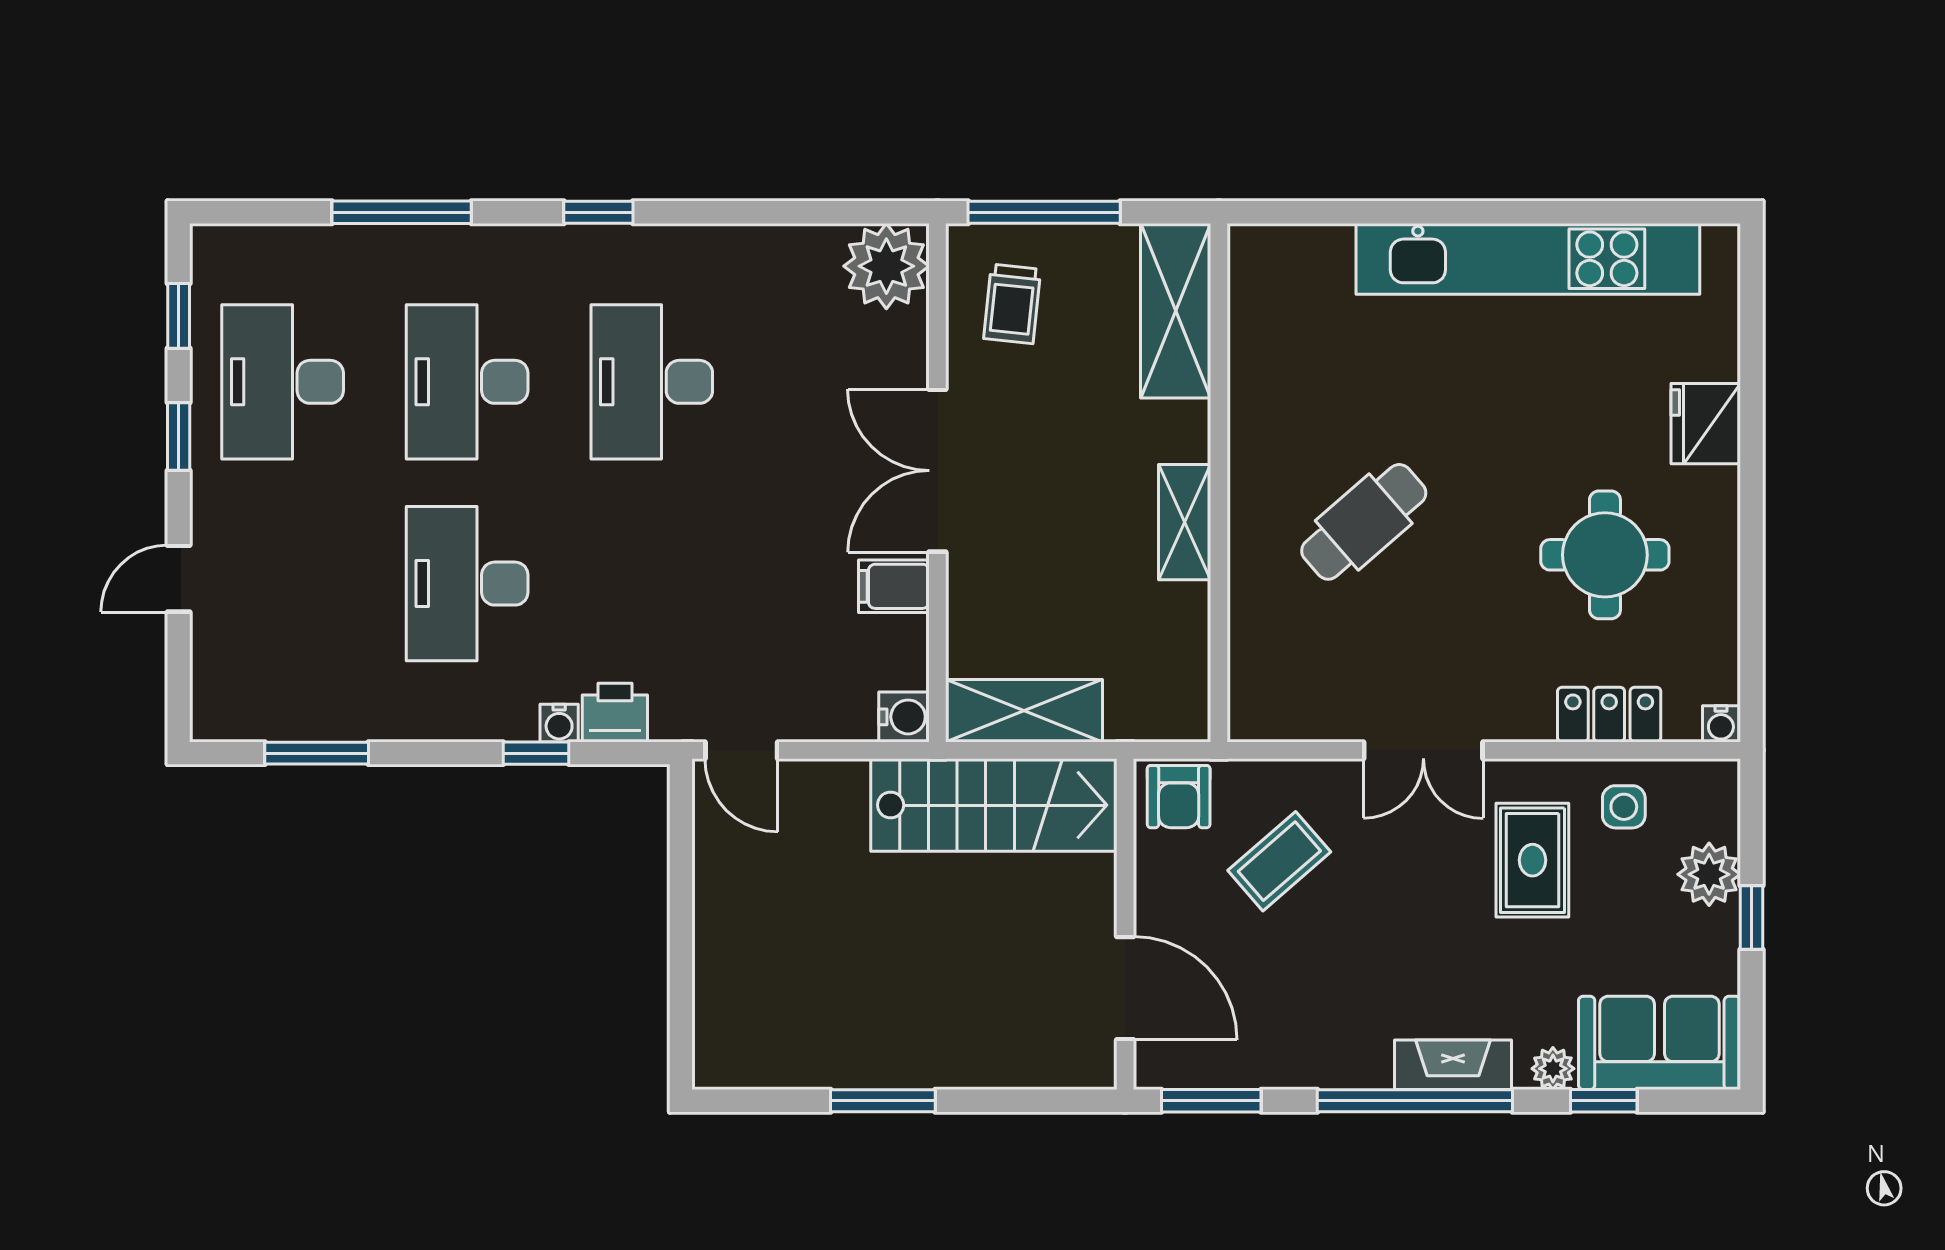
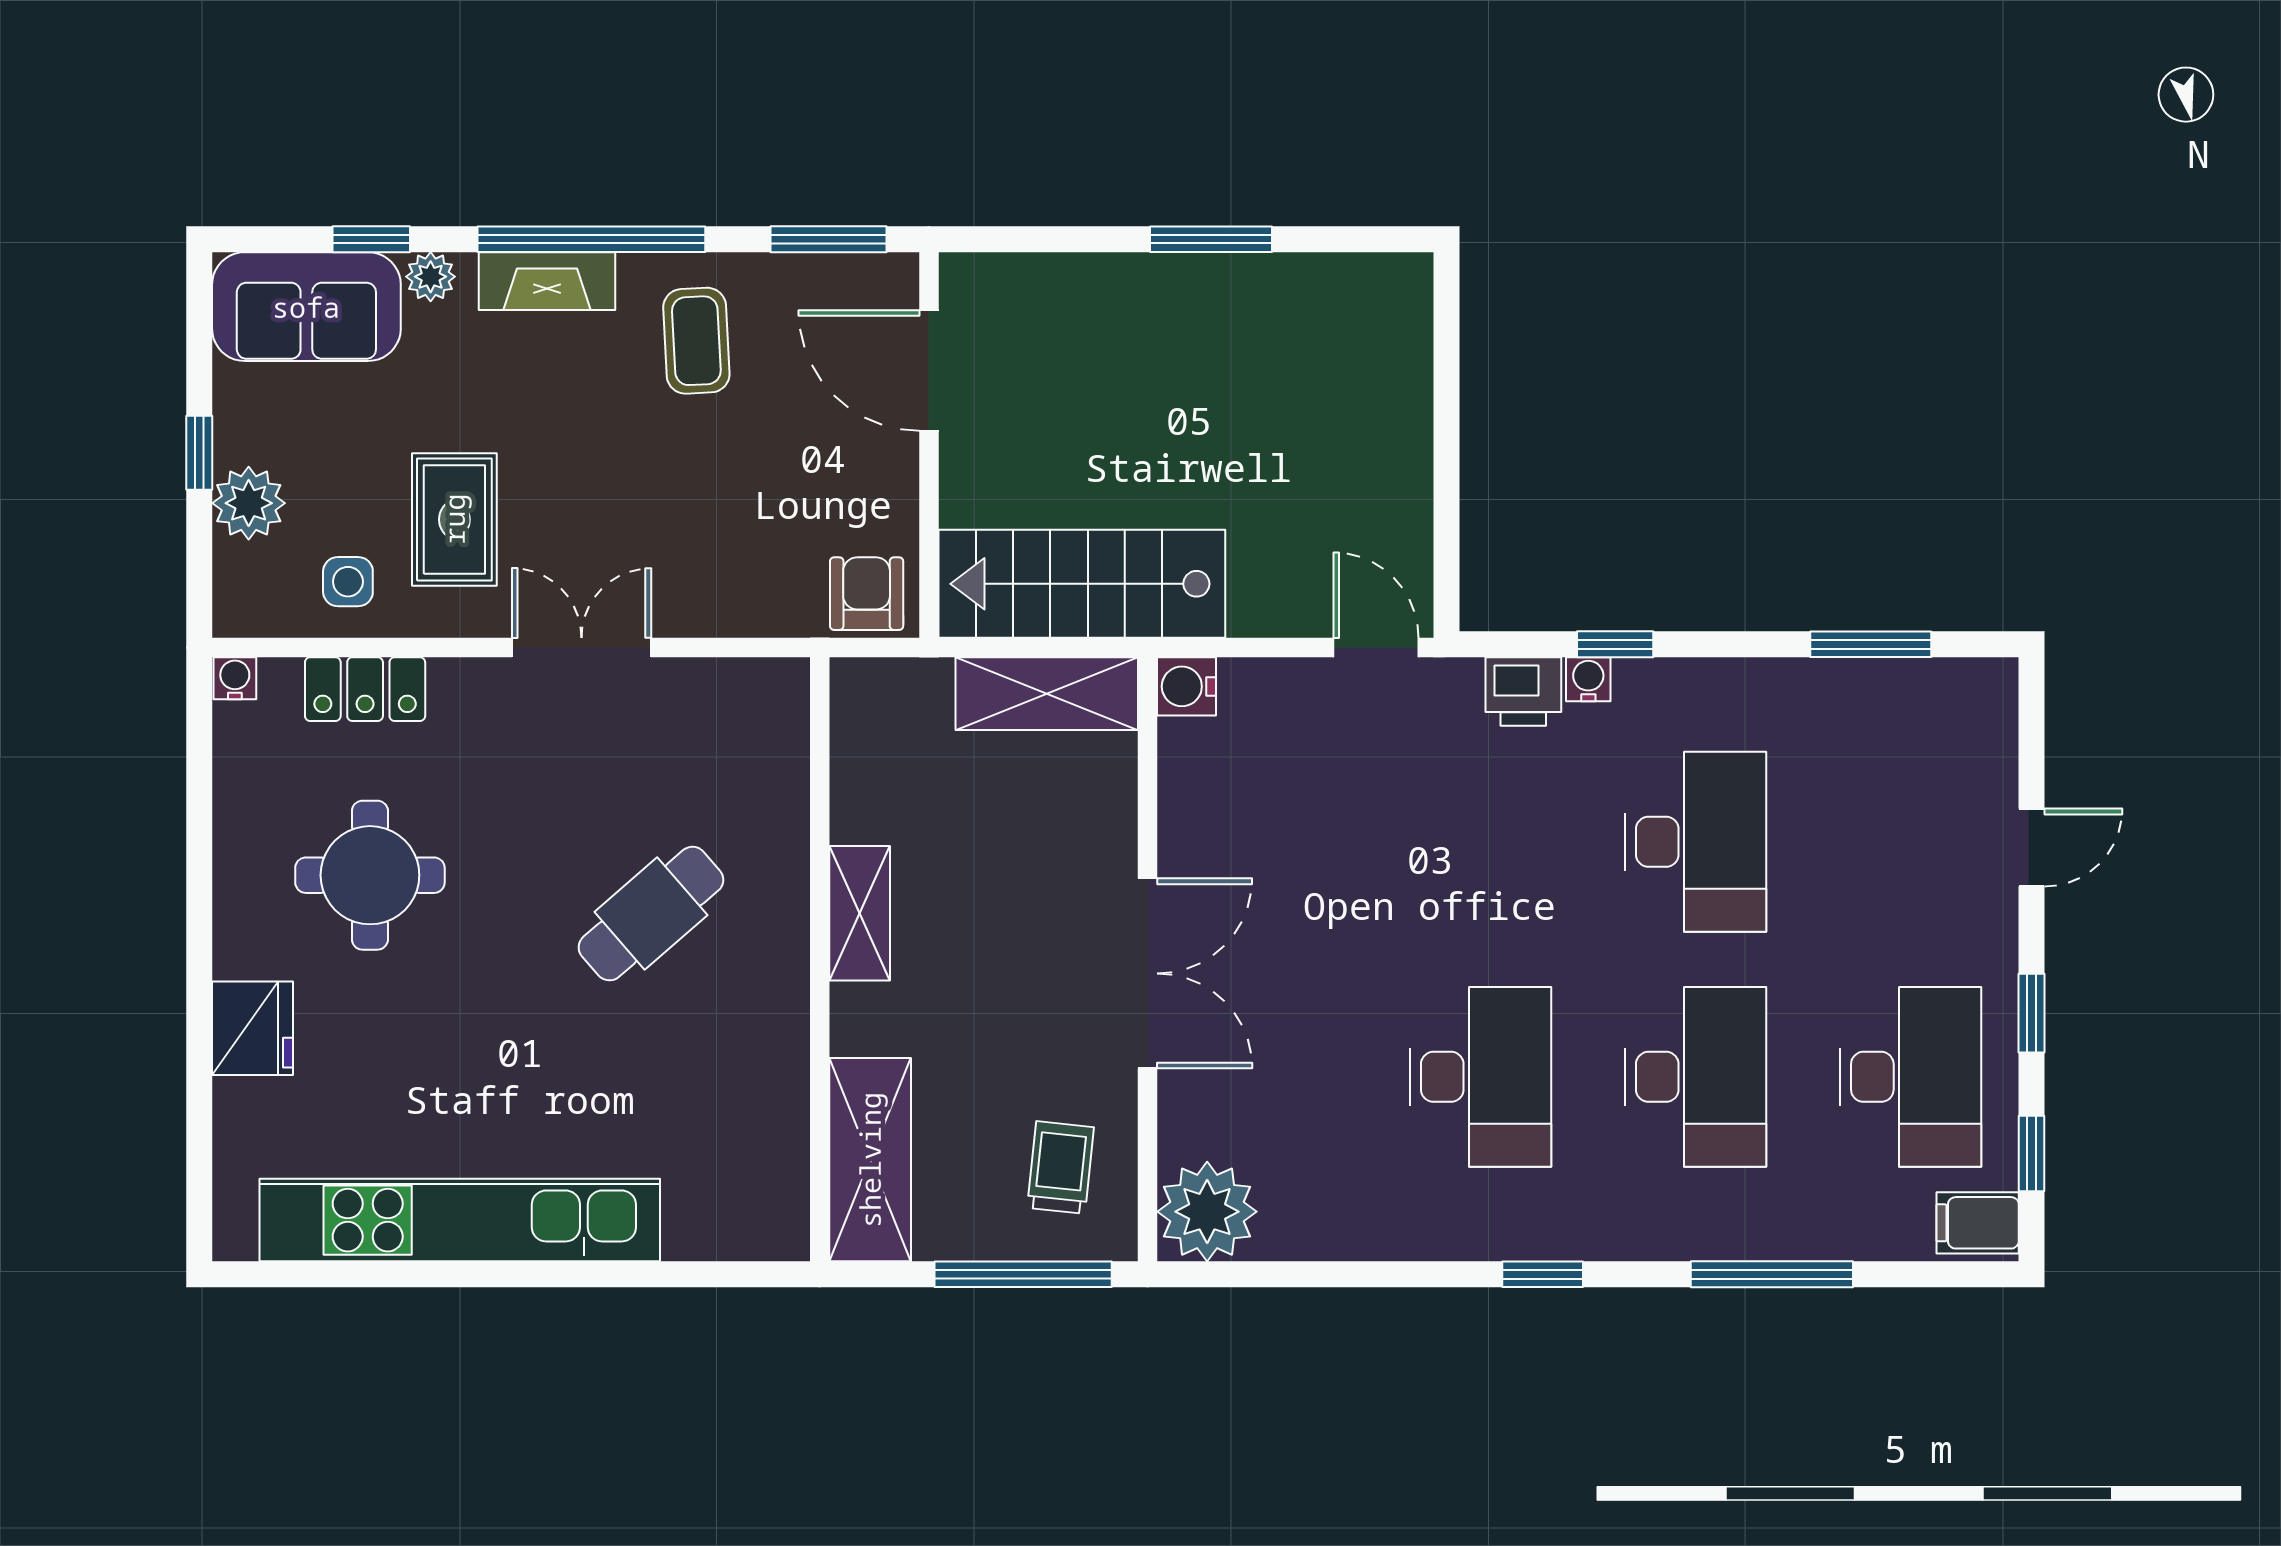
filing cabinet: (894, 586) -> (1978, 1223), moved, turned 180
coffee table: (1279, 861) -> (696, 341), moved, turned -52

